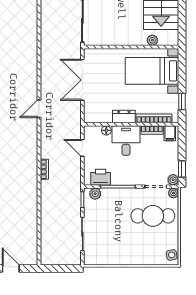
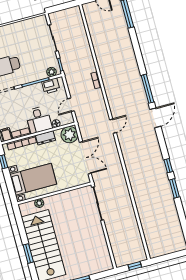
plant: (94, 113) -> (69, 135), added
door: (82, 148) -> (71, 105), swing flipped

